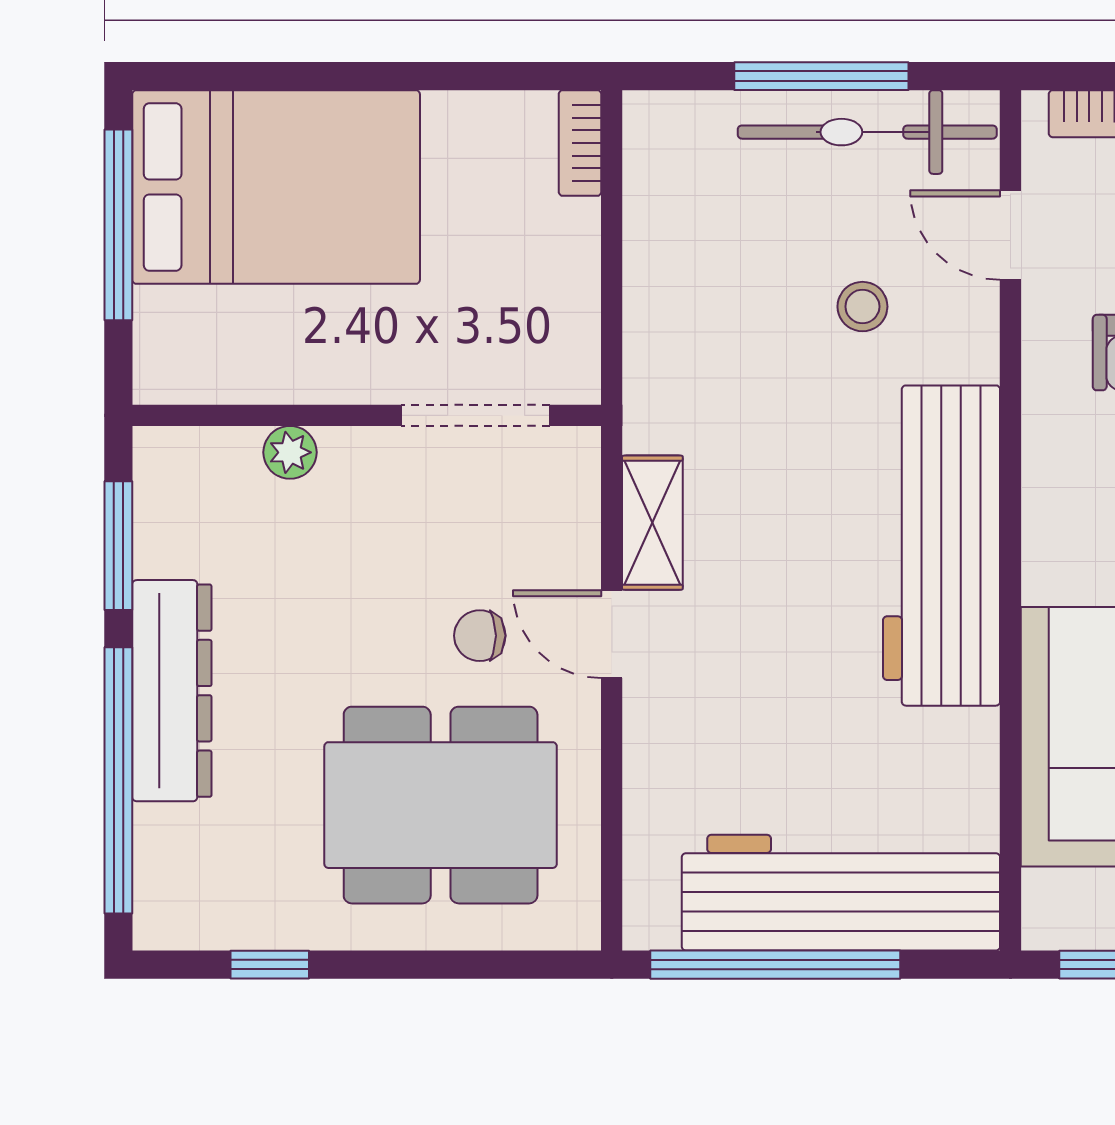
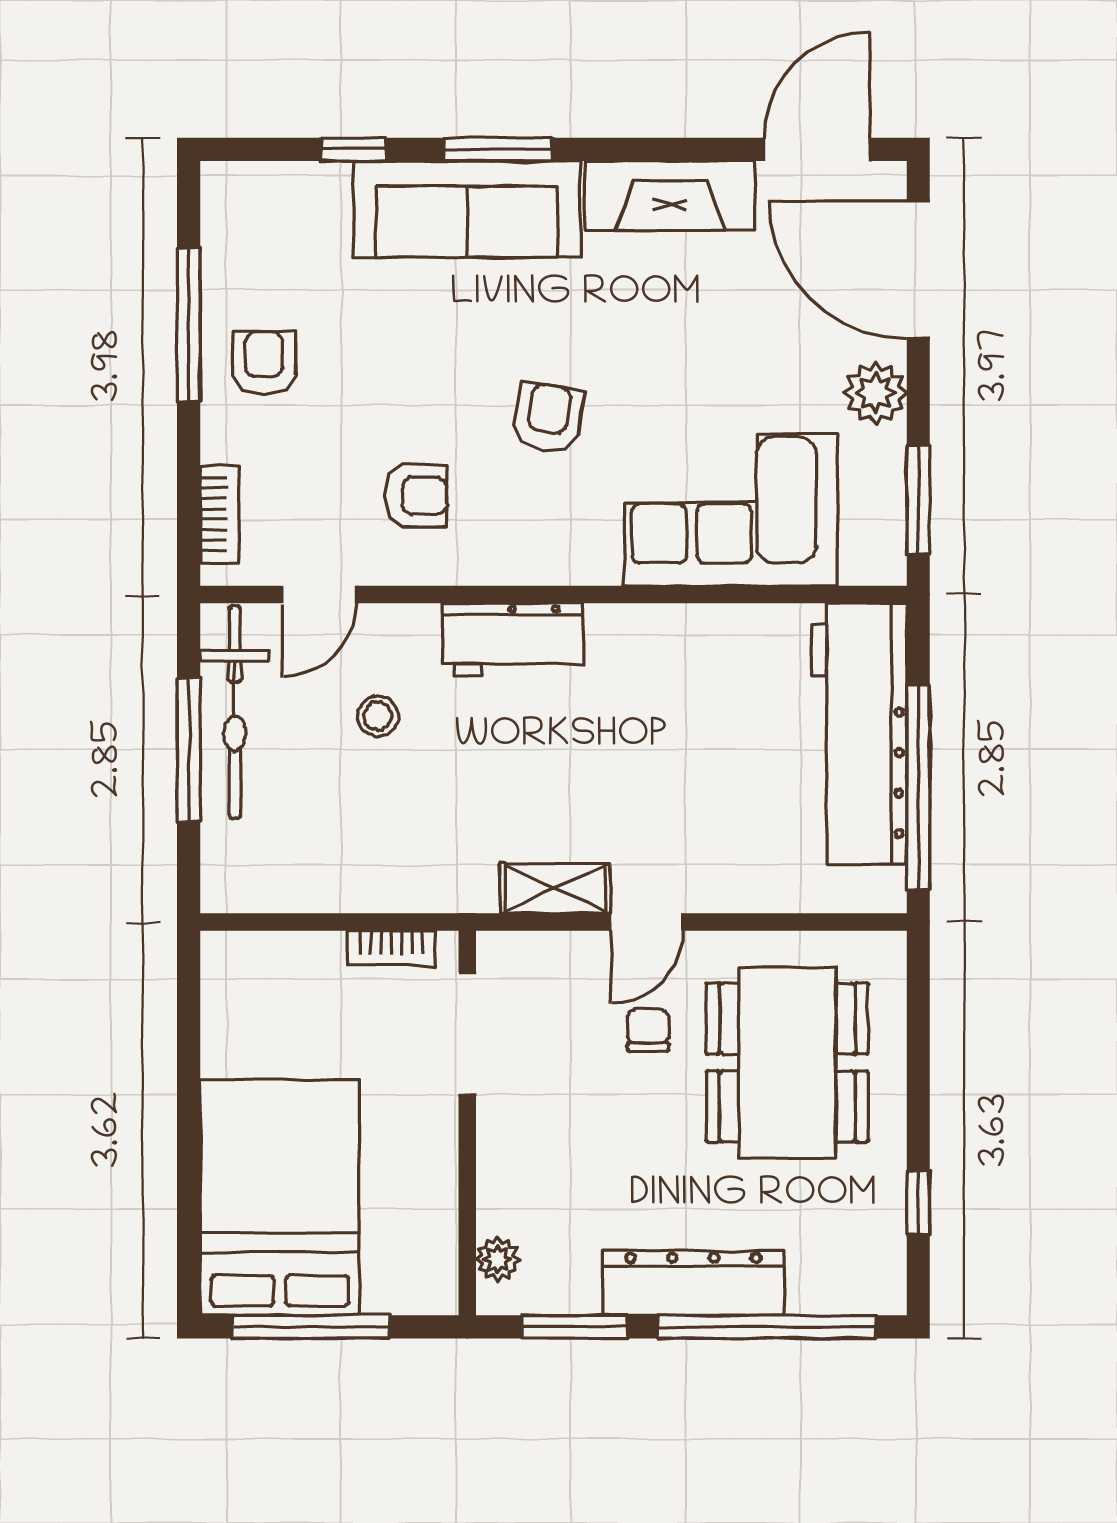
bookcase: (580, 143) -> (391, 948), moved
plant: (290, 452) -> (498, 1259), moved
workbench: (942, 546) -> (513, 639), width x0.53, depth x0.76
chair: (480, 636) -> (648, 1030), turned 180

